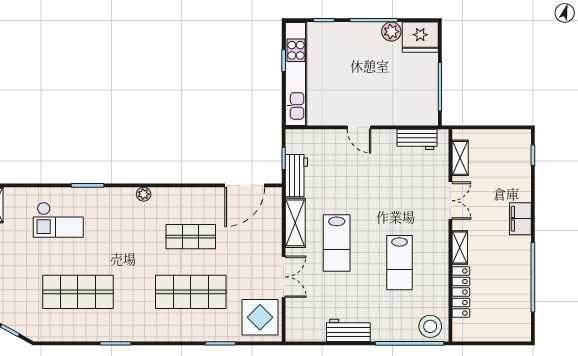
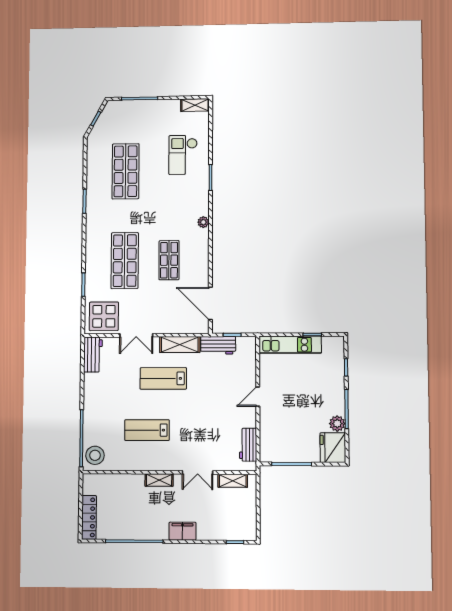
kitchen unit: (296, 74) -> (290, 345), width x0.73
locker: (461, 292) -> (89, 517), moved, turned -90
workbench: (348, 330) -> (93, 355), moved

